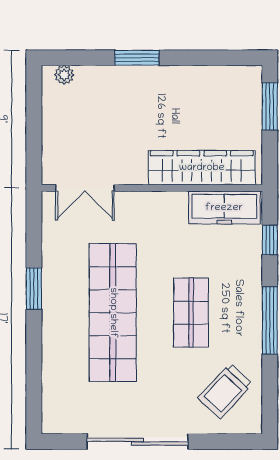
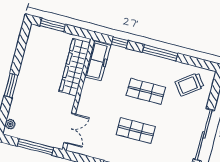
window: (34, 133) -> (35, 147), added
shop shelf: (113, 313) -> (136, 131), width x0.50, depth x0.74
trolley: (225, 391) -> (190, 84), turned 100

